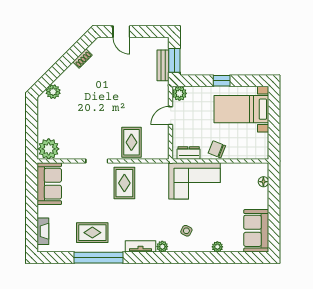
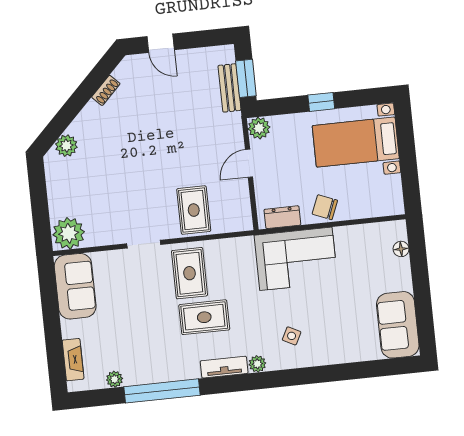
rug: (92, 233) -> (204, 317), moved
plant: (217, 247) -> (115, 379), moved

